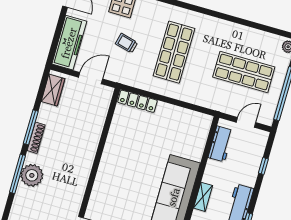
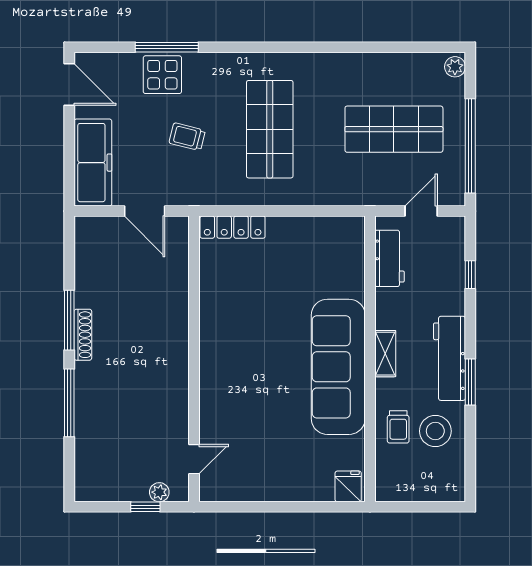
door: (91, 78) -> (145, 211), swing flipped
wardrobe: (53, 90) -> (88, 248), removed
plant: (32, 175) -> (94, 399), removed

